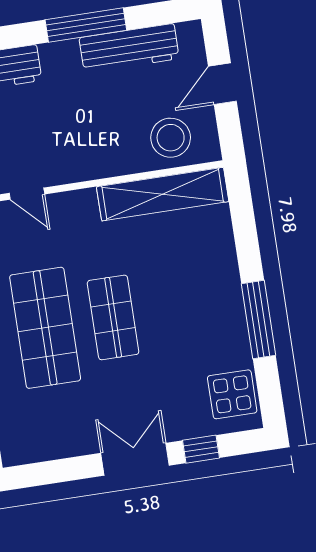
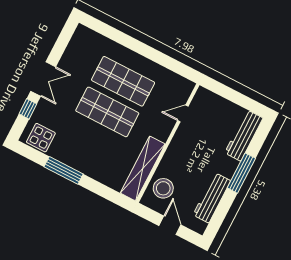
window: (86, 25) -> (241, 173), moved
shop shelf: (113, 317) -> (107, 112), width x1.43, depth x1.36

